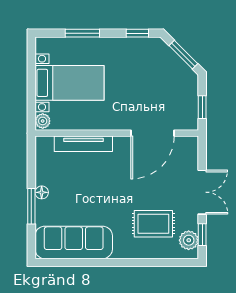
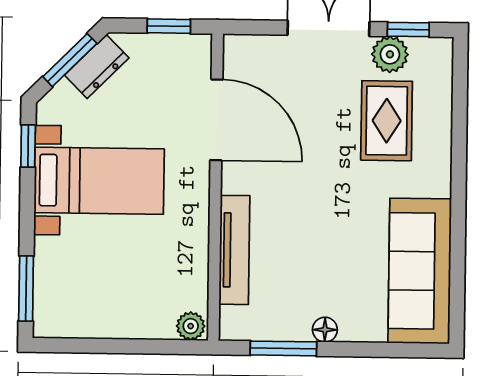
window: (82, 33) -> (26, 289), moved
dresser: (180, 69) -> (97, 66), added
bed with nightstands: (70, 83) -> (99, 181), moved, turned 90
window: (31, 206) -> (283, 348), moved
plant: (189, 240) -> (390, 54), moved

